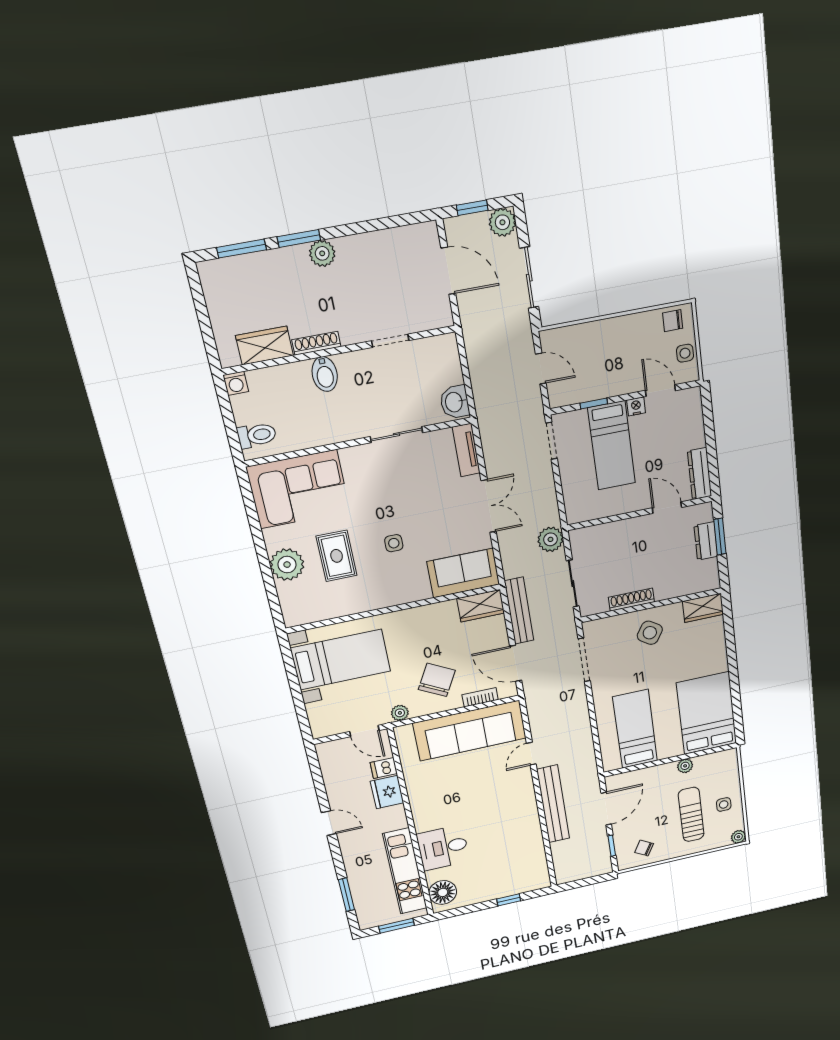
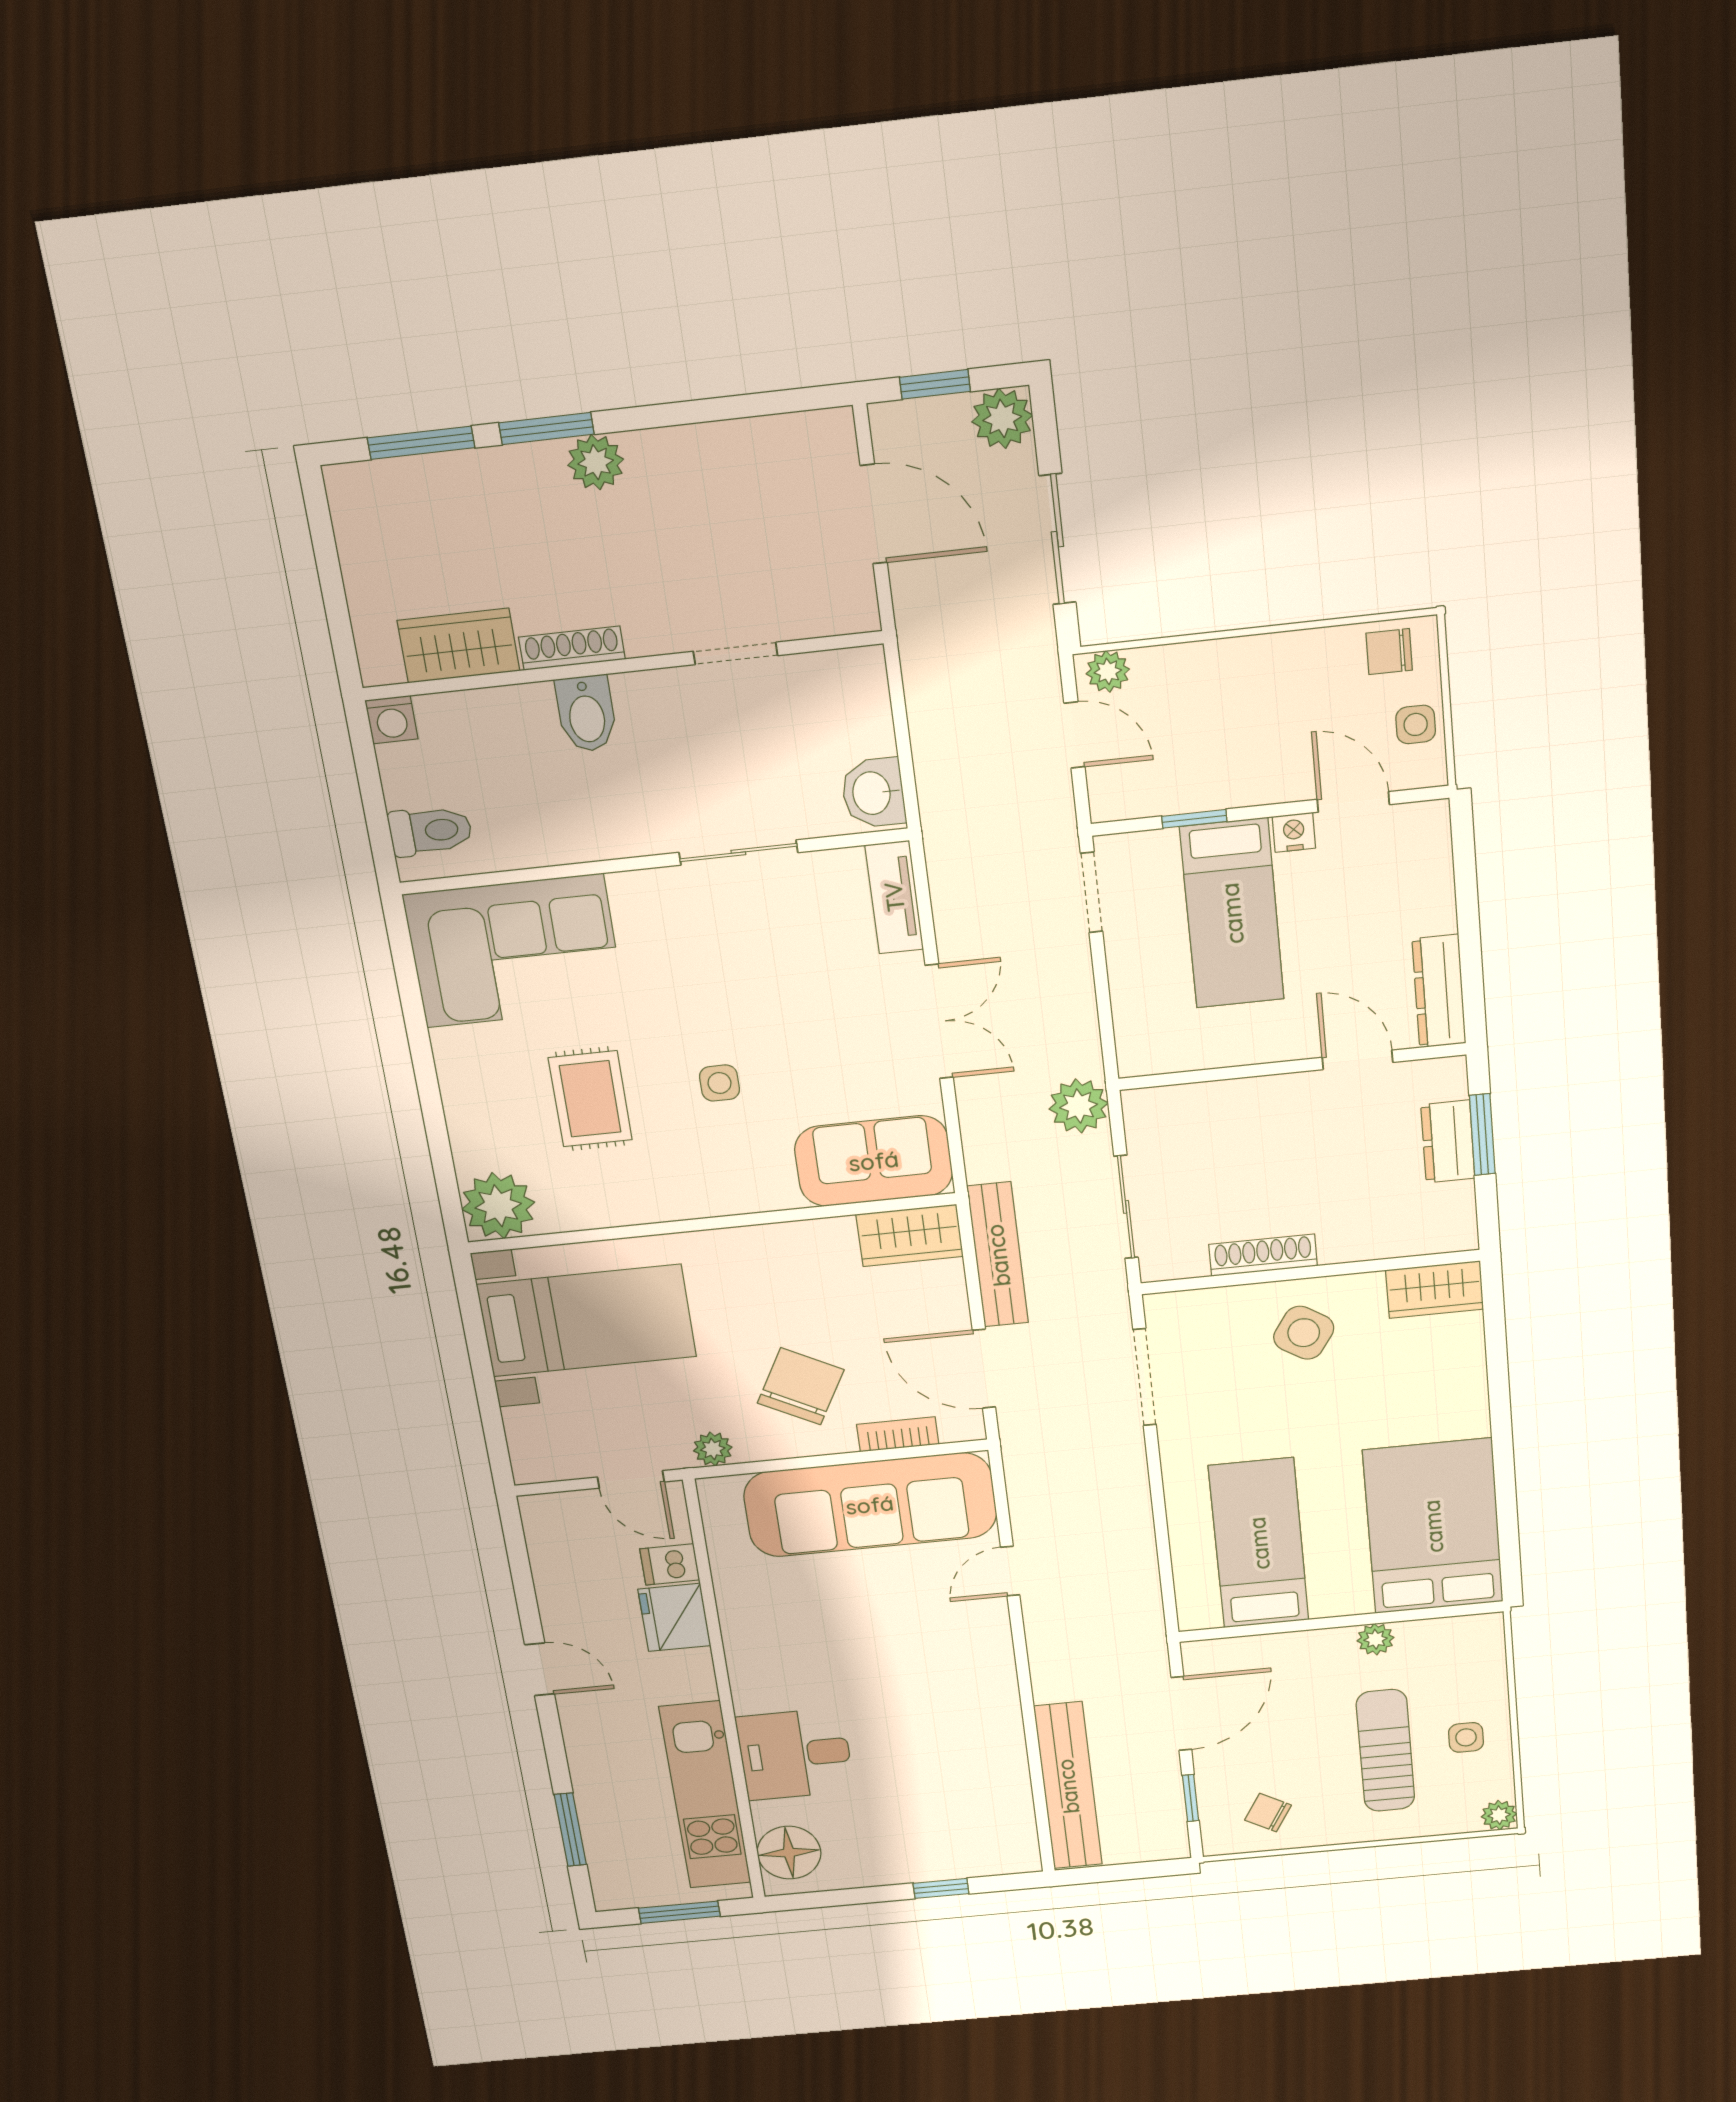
plant: (554, 338) -> (1108, 671), added
plant: (287, 565) -> (498, 1206), moved
bench: (553, 804) -> (1068, 1786), moved

